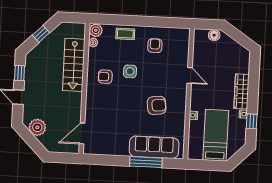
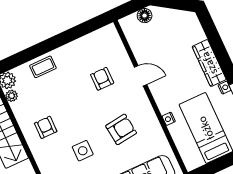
armchair: (155, 46) -> (102, 79), moved
side table: (130, 71) -> (83, 151), moved
armchair: (105, 77) -> (46, 127), turned 90

